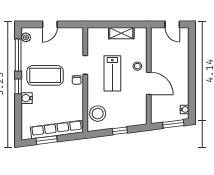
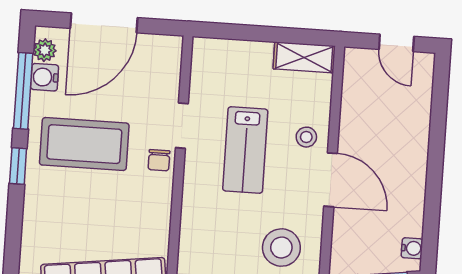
door: (50, 24) -> (104, 23), width x1.87
shelving: (121, 33) -> (304, 57), moved
water cooler: (27, 98) -> (45, 77), moved
stool: (98, 114) -> (281, 248), moved

